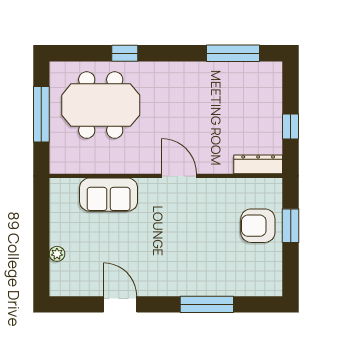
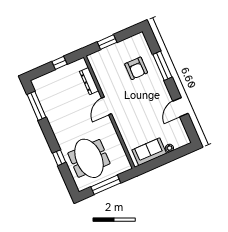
dresser: (258, 164) -> (89, 81), moved
sofa: (109, 195) -> (149, 152), moved, turned -90
armchair: (258, 226) -> (136, 68), moved

